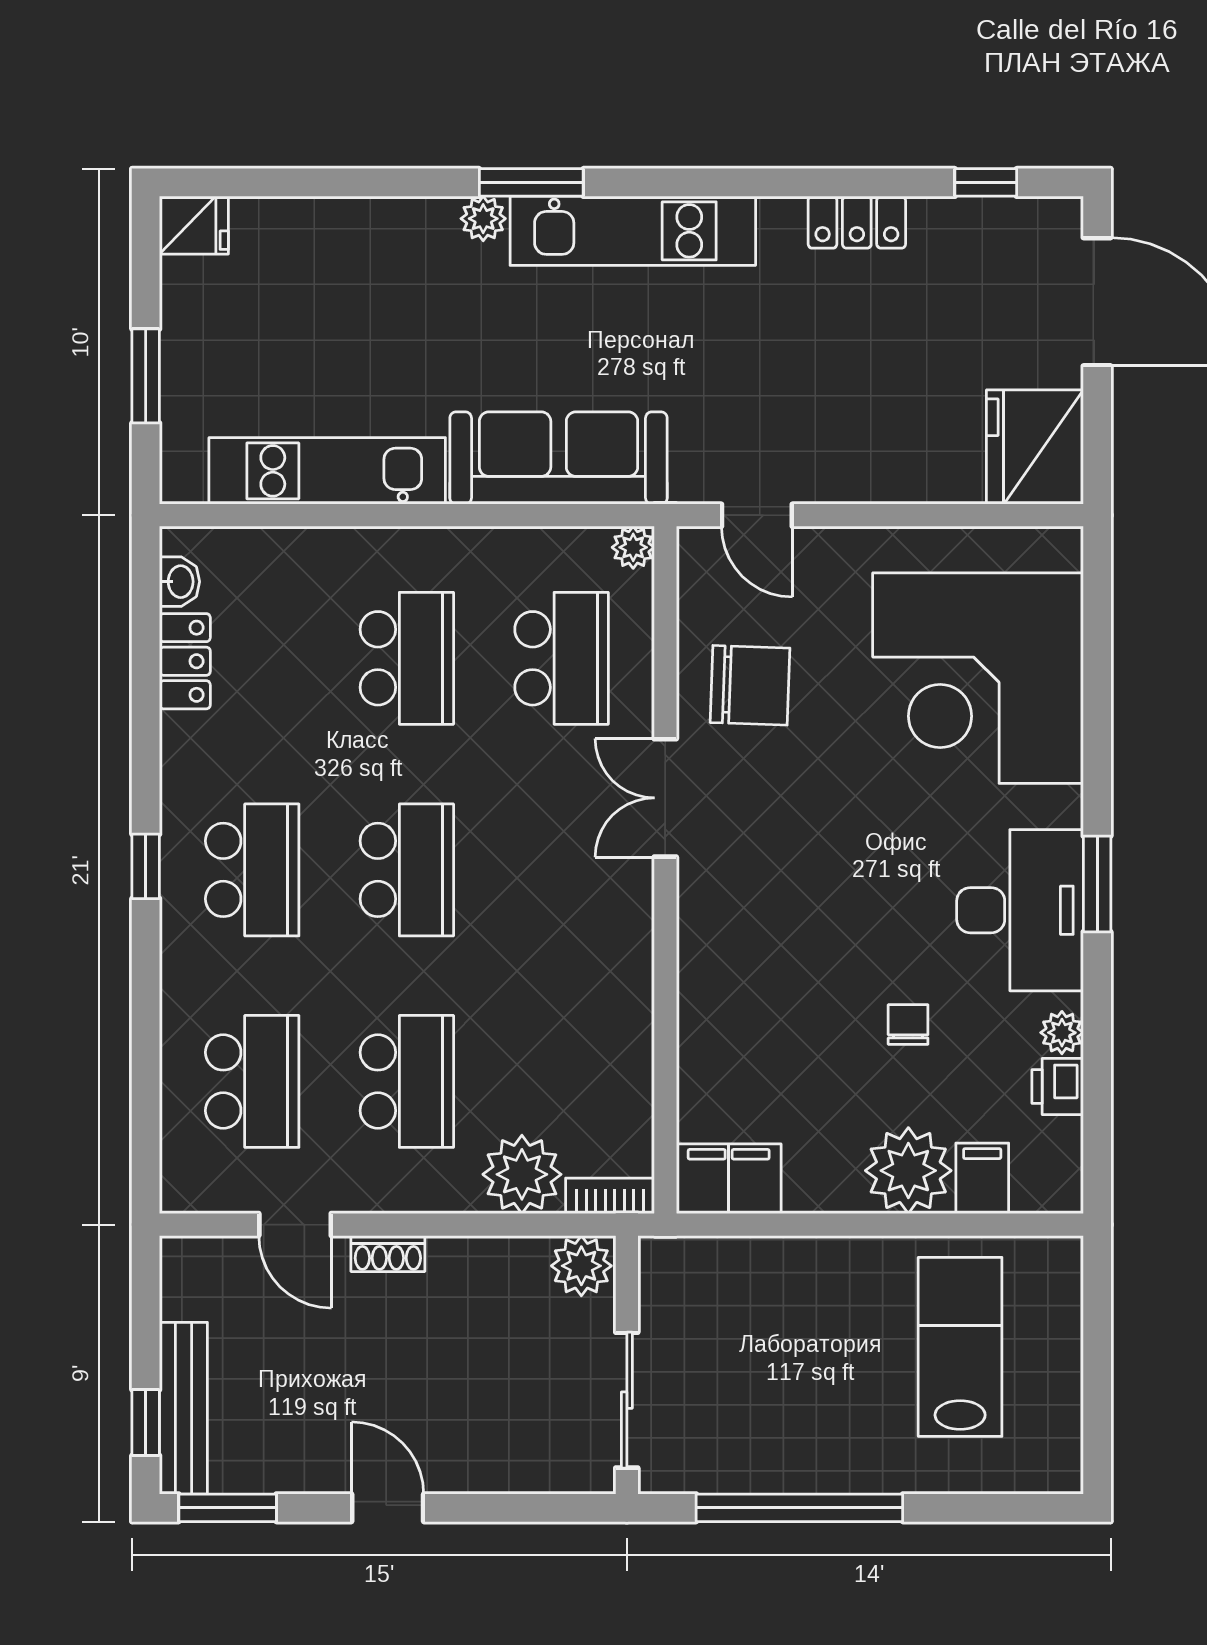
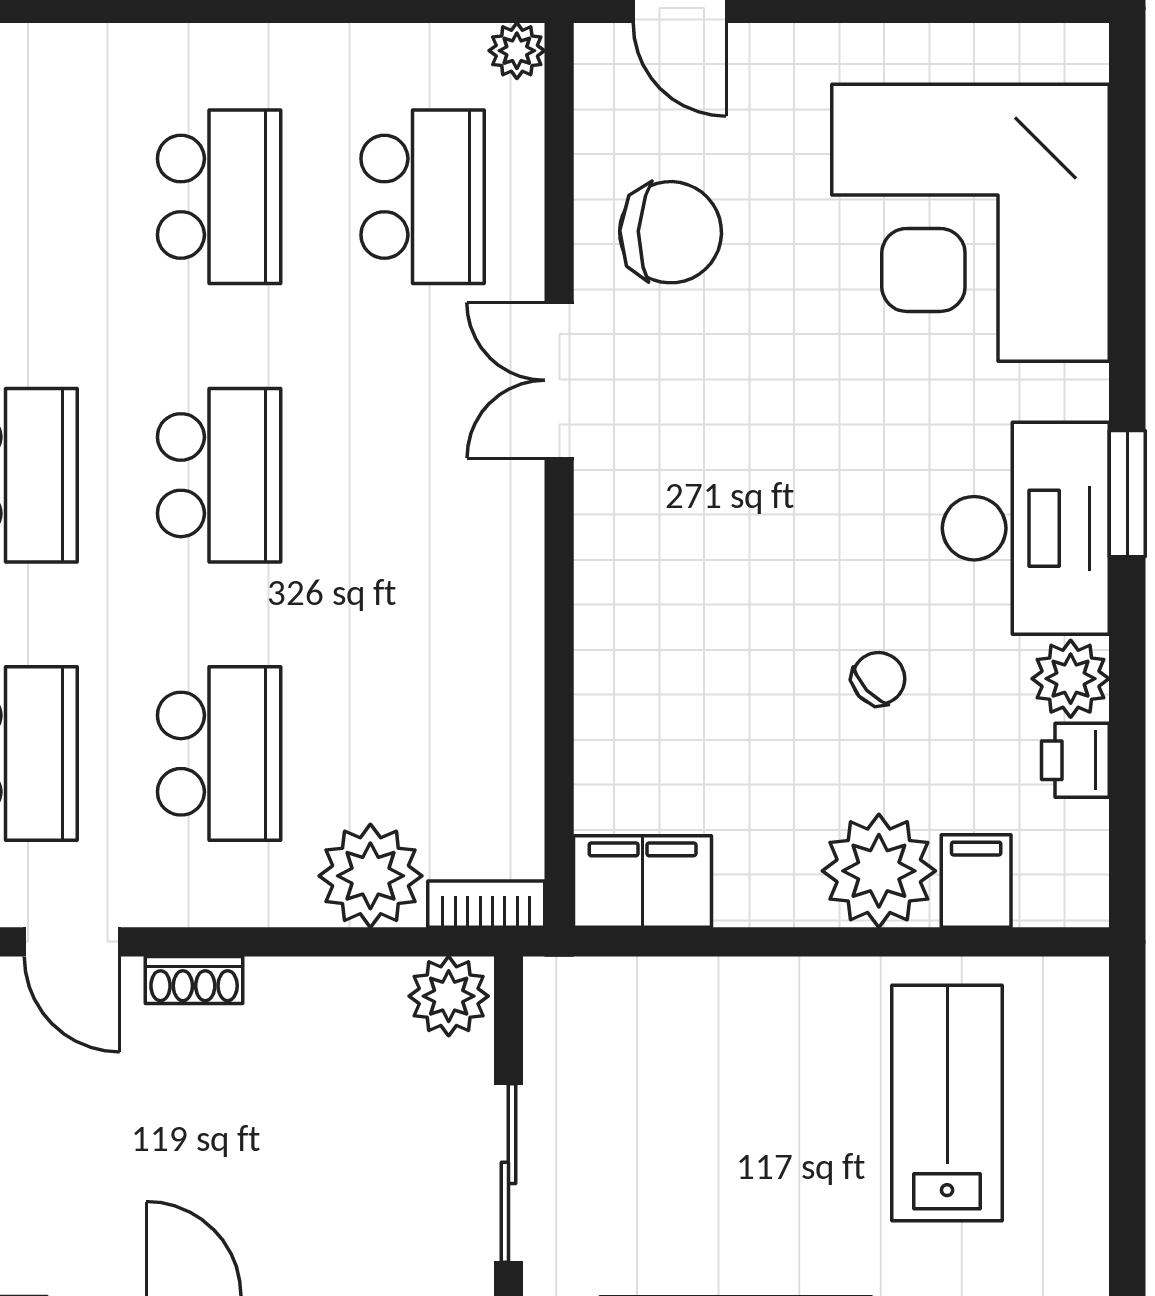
chair: (908, 1024) -> (879, 679), turned 47
plant: (1062, 1033) -> (1071, 679), width x1.38, depth x1.38

